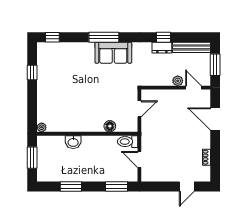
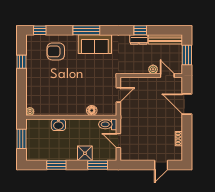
armchair: (70, 61) -> (56, 51), added
shower: (102, 174) -> (85, 153), added

